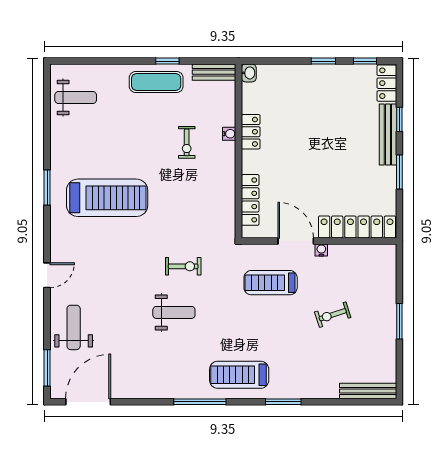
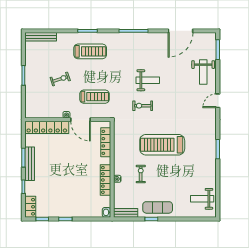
locker: (251, 132) -> (105, 180), width x1.53
bench: (388, 135) -> (30, 164), moved
treadmill: (107, 198) -> (162, 145), moved
weight bench: (174, 312) -> (148, 80), turned 180
treadmill: (239, 375) -> (90, 51), moved
door: (88, 402) -> (180, 31), moved

